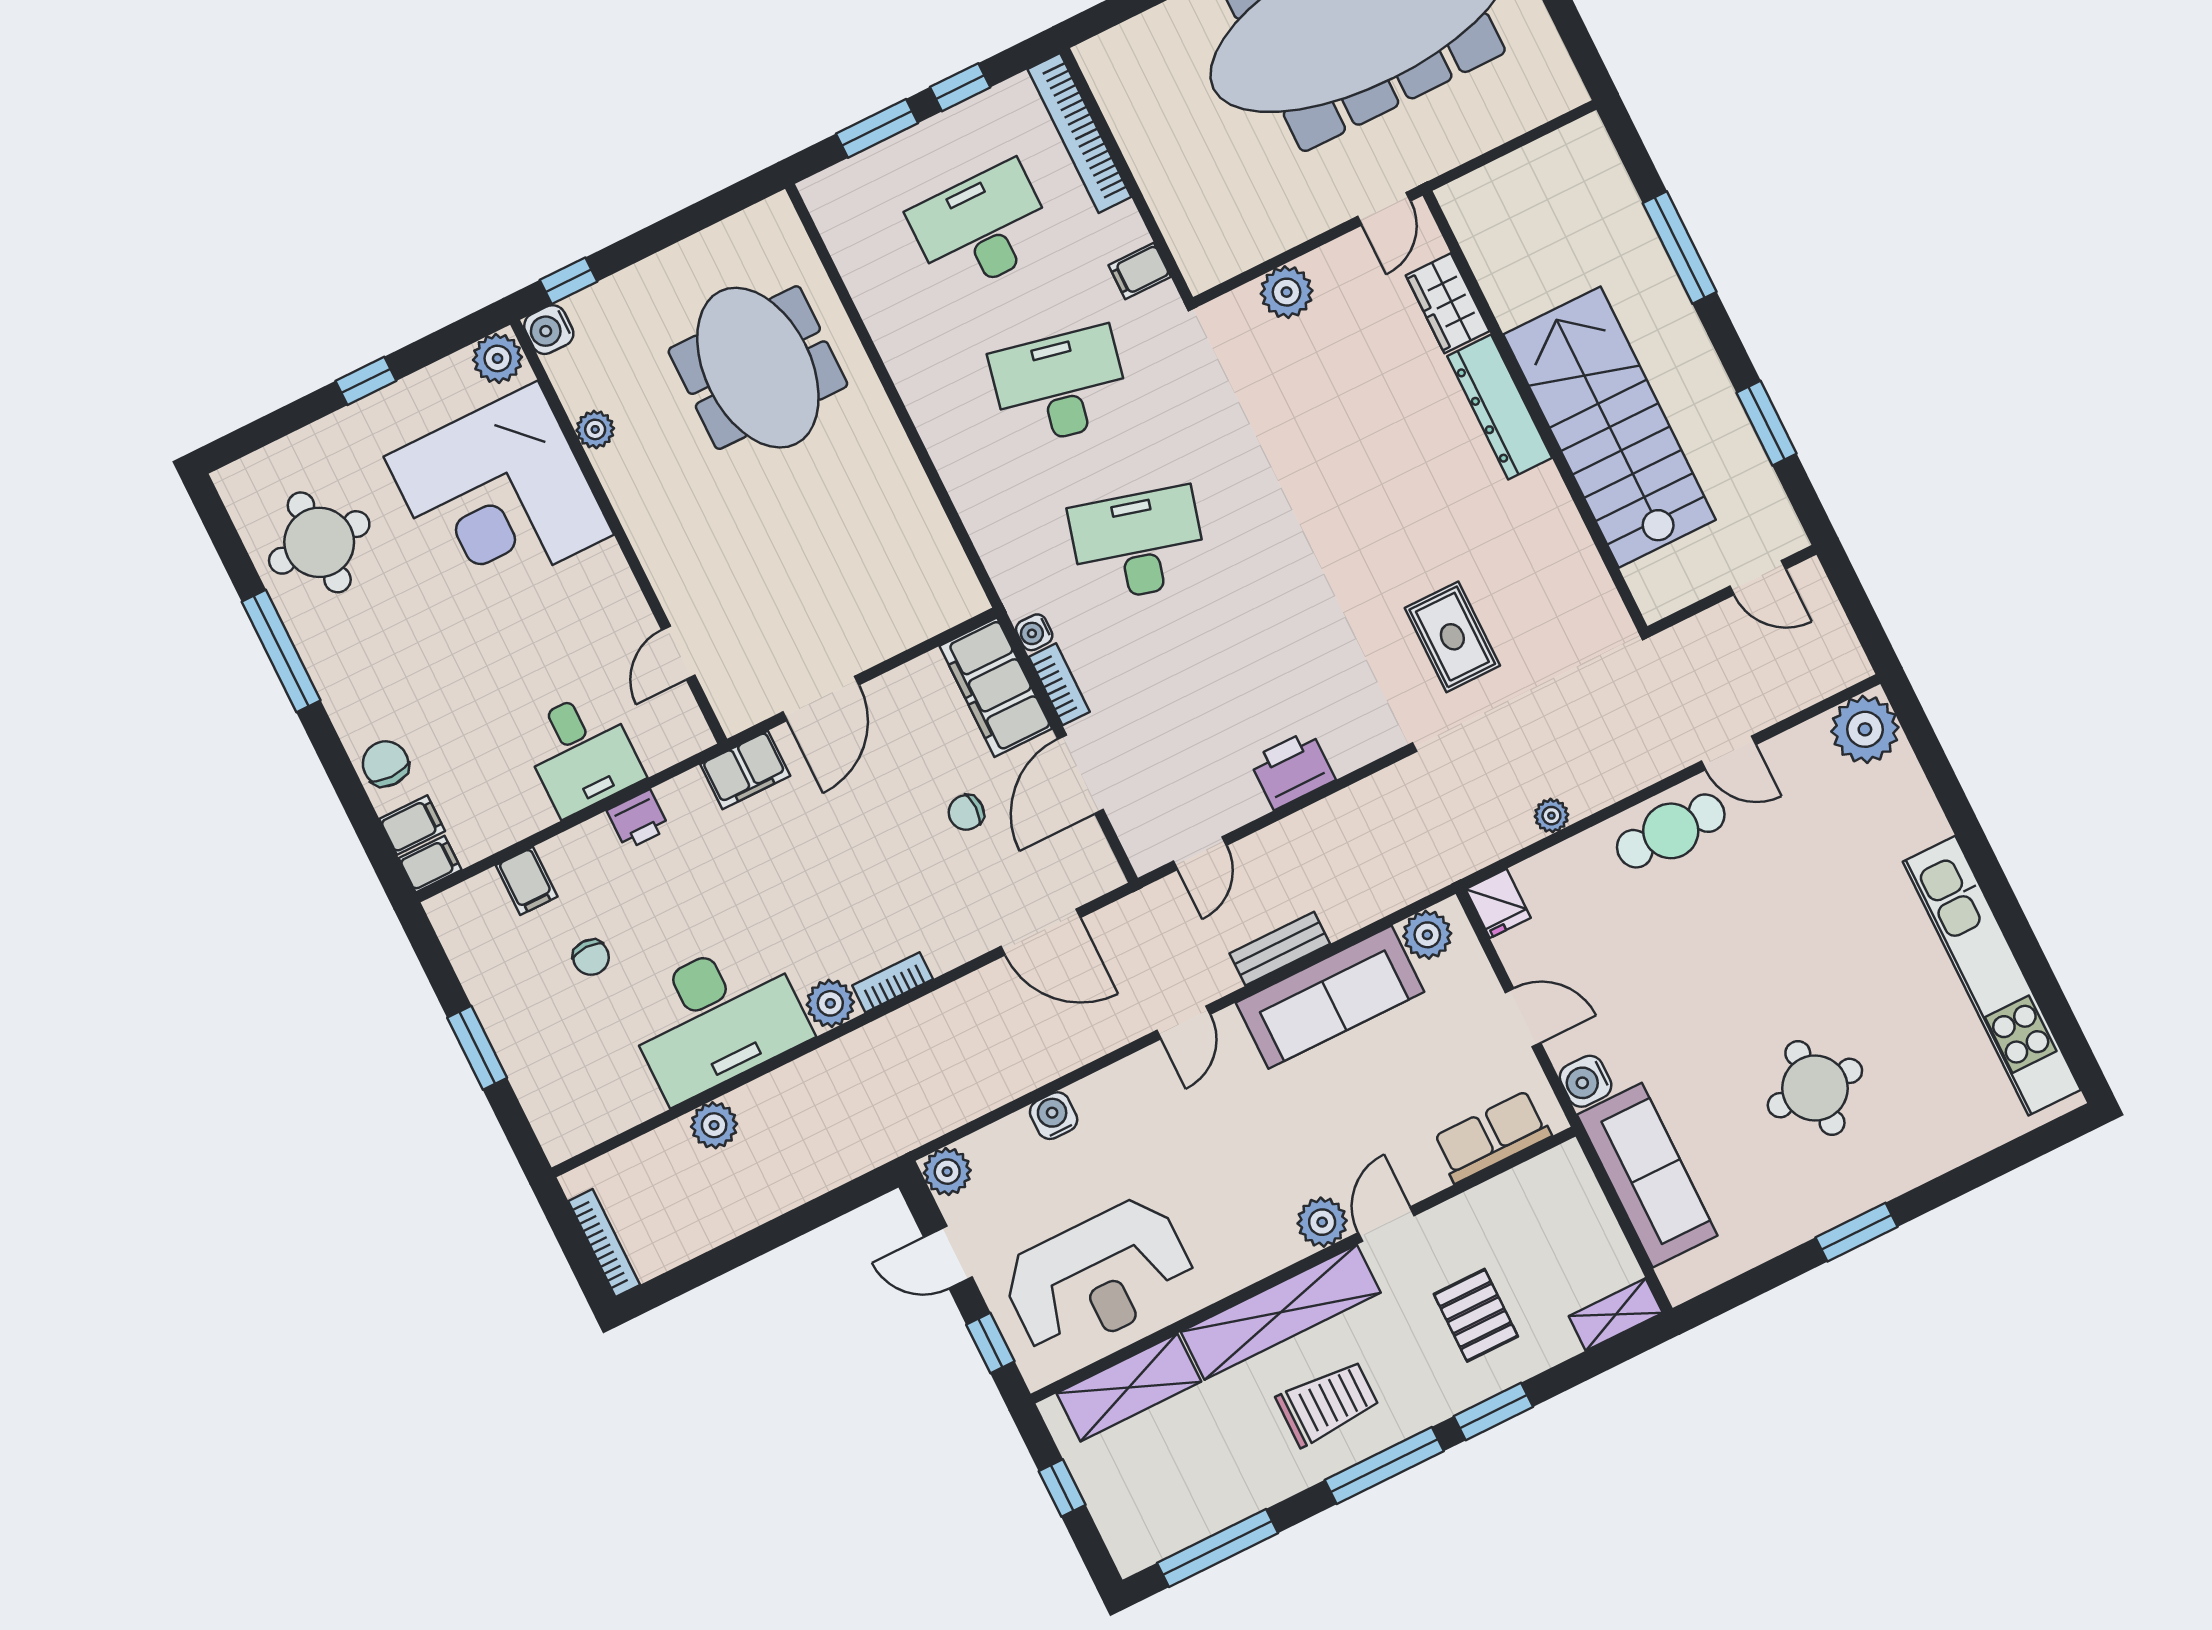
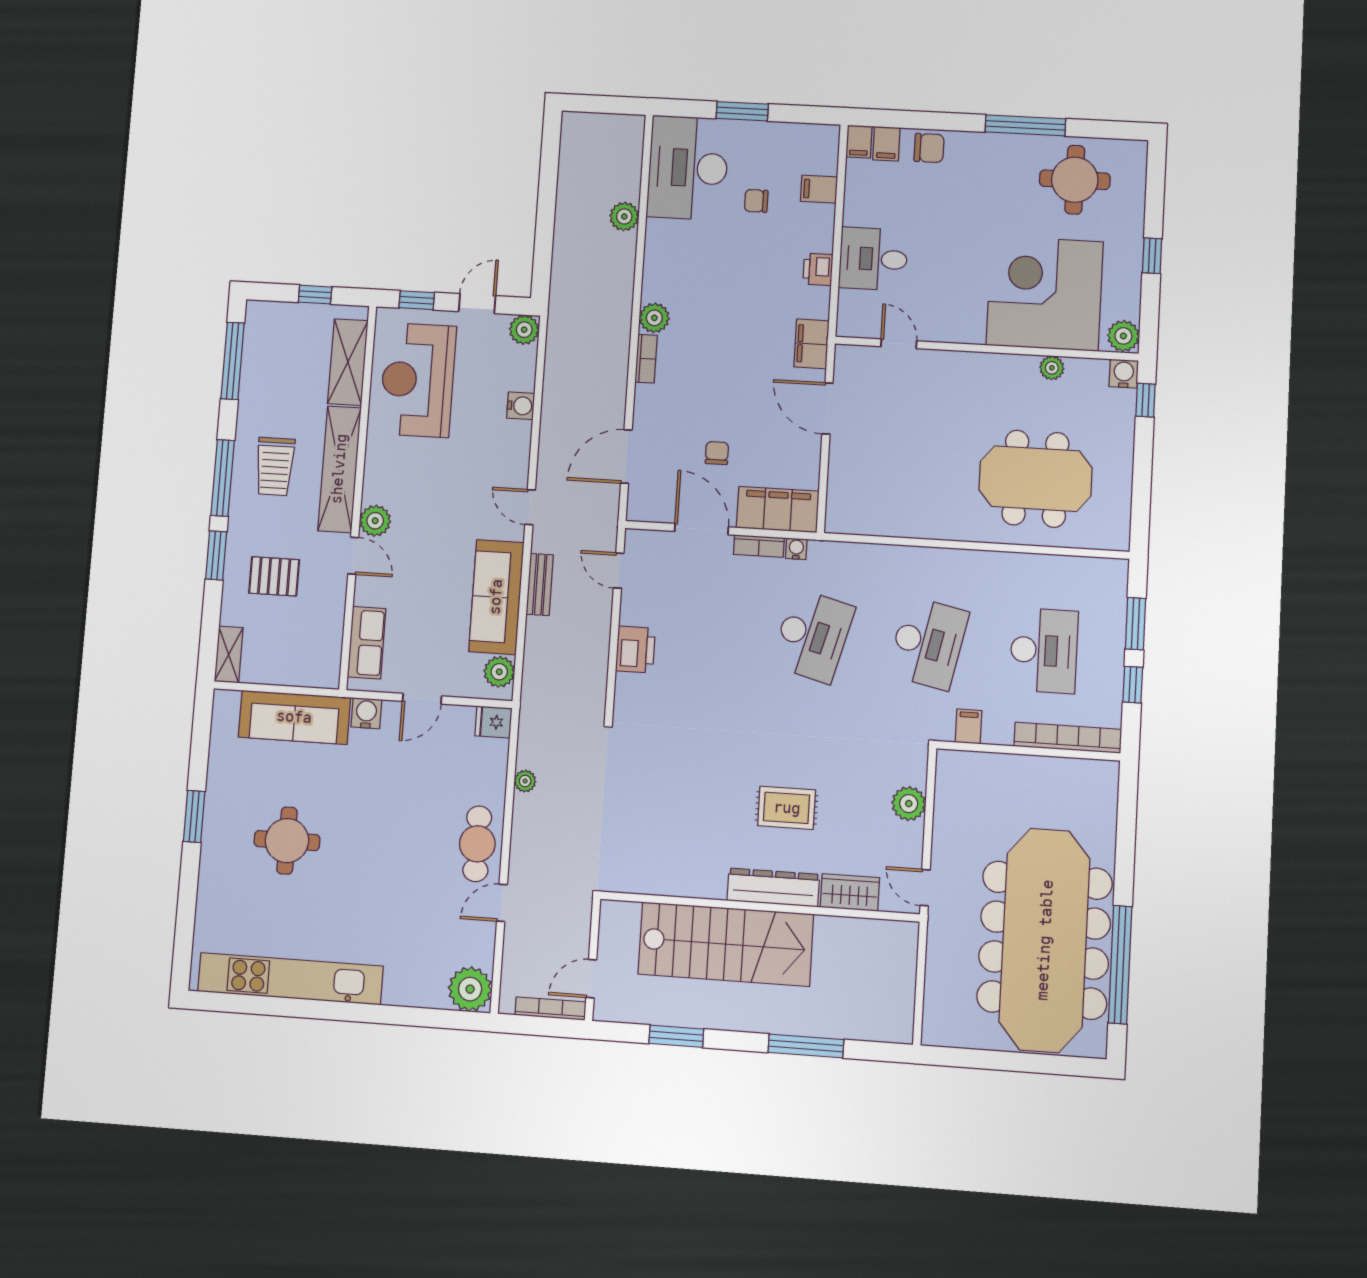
rug: (1452, 637) -> (787, 808), moved
desk: (716, 1018) -> (688, 168), moved
bookcase: (604, 1243) -> (550, 1009), moved, turned 180

